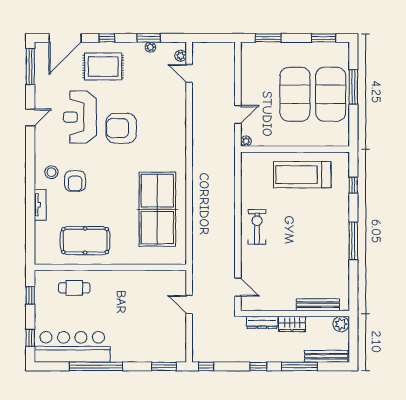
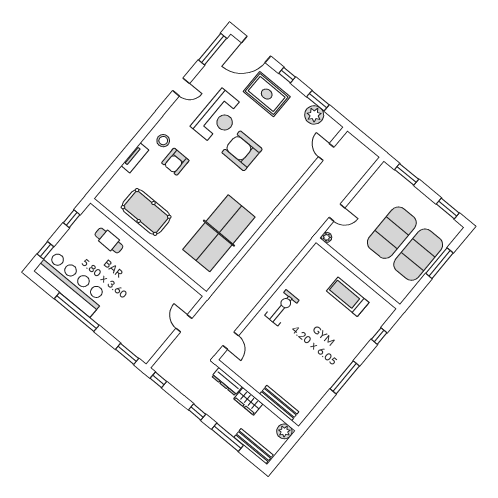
plant: (150, 47) -> (314, 115), width x1.88, depth x1.88
plant: (181, 56) -> (331, 134), removed
reception desk: (80, 117) -> (218, 117), turned 180
treadmill: (302, 175) -> (348, 297), width x0.73, depth x0.73

